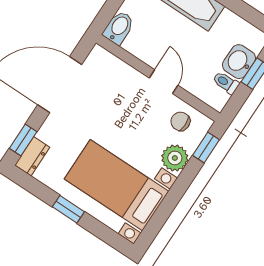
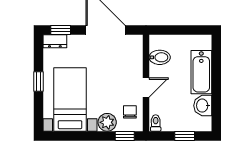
bidet: (119, 28) -> (160, 57), moved
washbasin: (239, 62) -> (203, 106), moved, turned -90
toilet: (226, 83) -> (156, 123), moved

